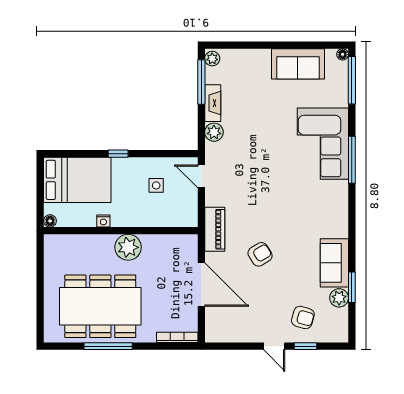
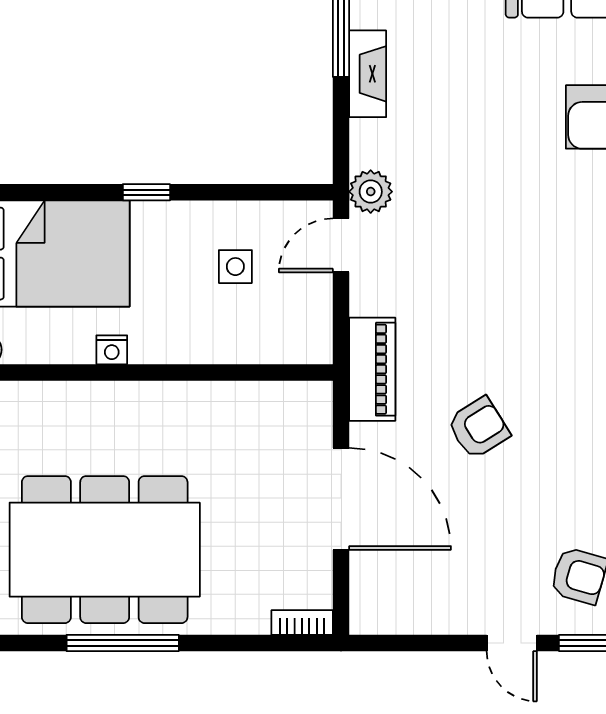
plant: (214, 132) -> (371, 192), moved
door: (201, 176) -> (341, 245), hinge flipped
plant: (128, 247) -> (170, 411), removed
bookcase: (177, 337) -> (302, 623), width x0.64

